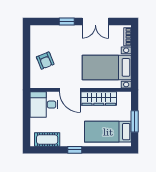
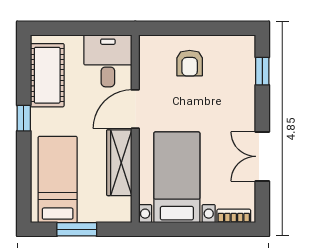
window: (67, 21) -> (262, 71), moved
armchair: (45, 61) -> (190, 63), turned -68
cot: (47, 140) -> (47, 75), width x1.37, depth x1.34

